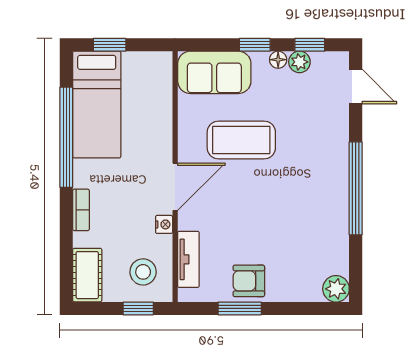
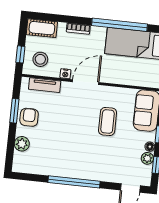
coffee table: (241, 140) -> (108, 122), width x0.73, depth x0.76
door: (175, 187) -> (86, 82), swing flipped
plant: (336, 289) -> (22, 144), moved

